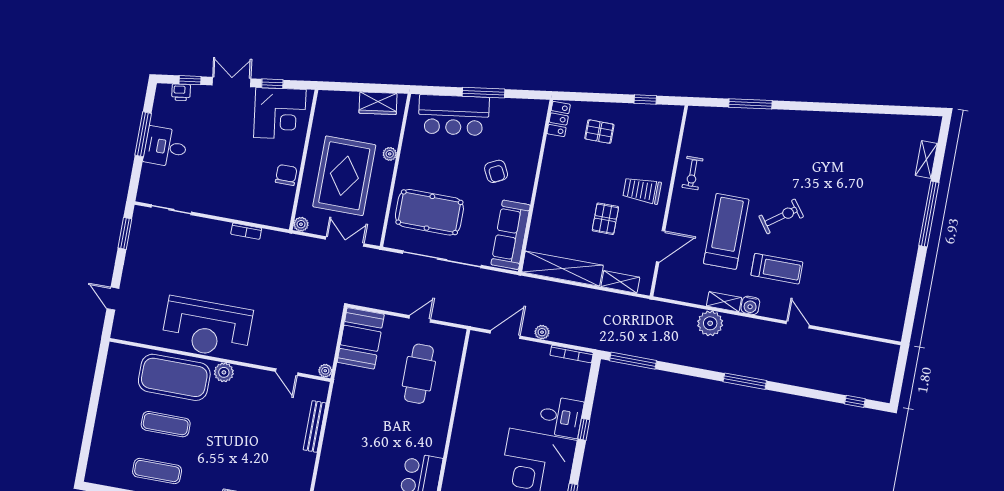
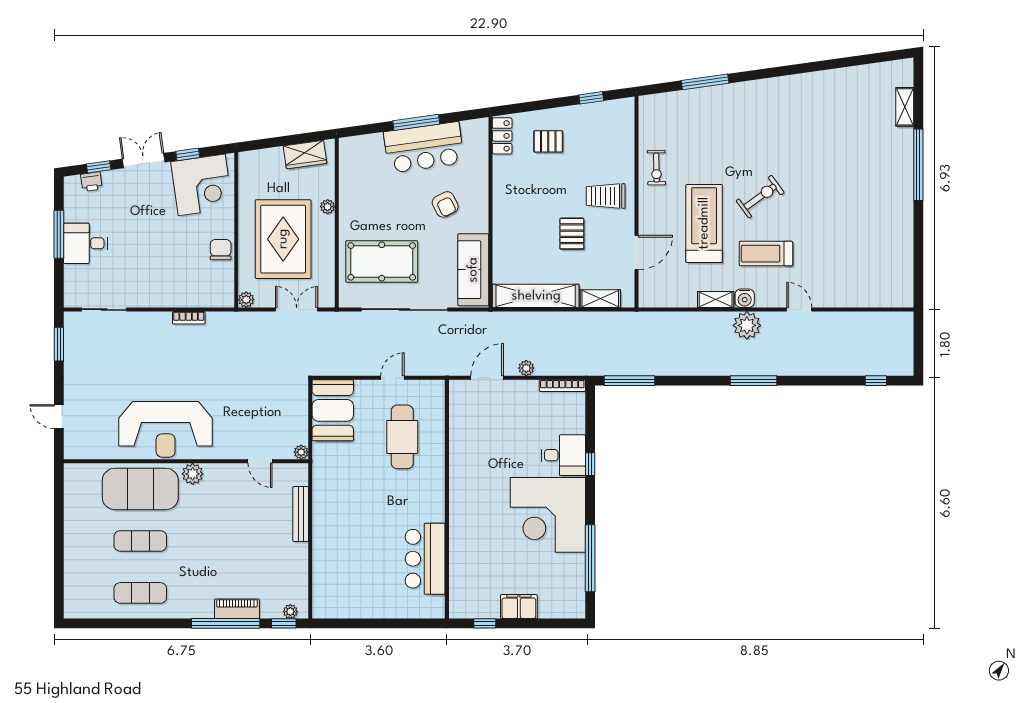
bar counter: (454, 115) -> (424, 147), moved
treadmill: (777, 269) -> (766, 254), turned 180
plant: (710, 323) -> (747, 325), moved

